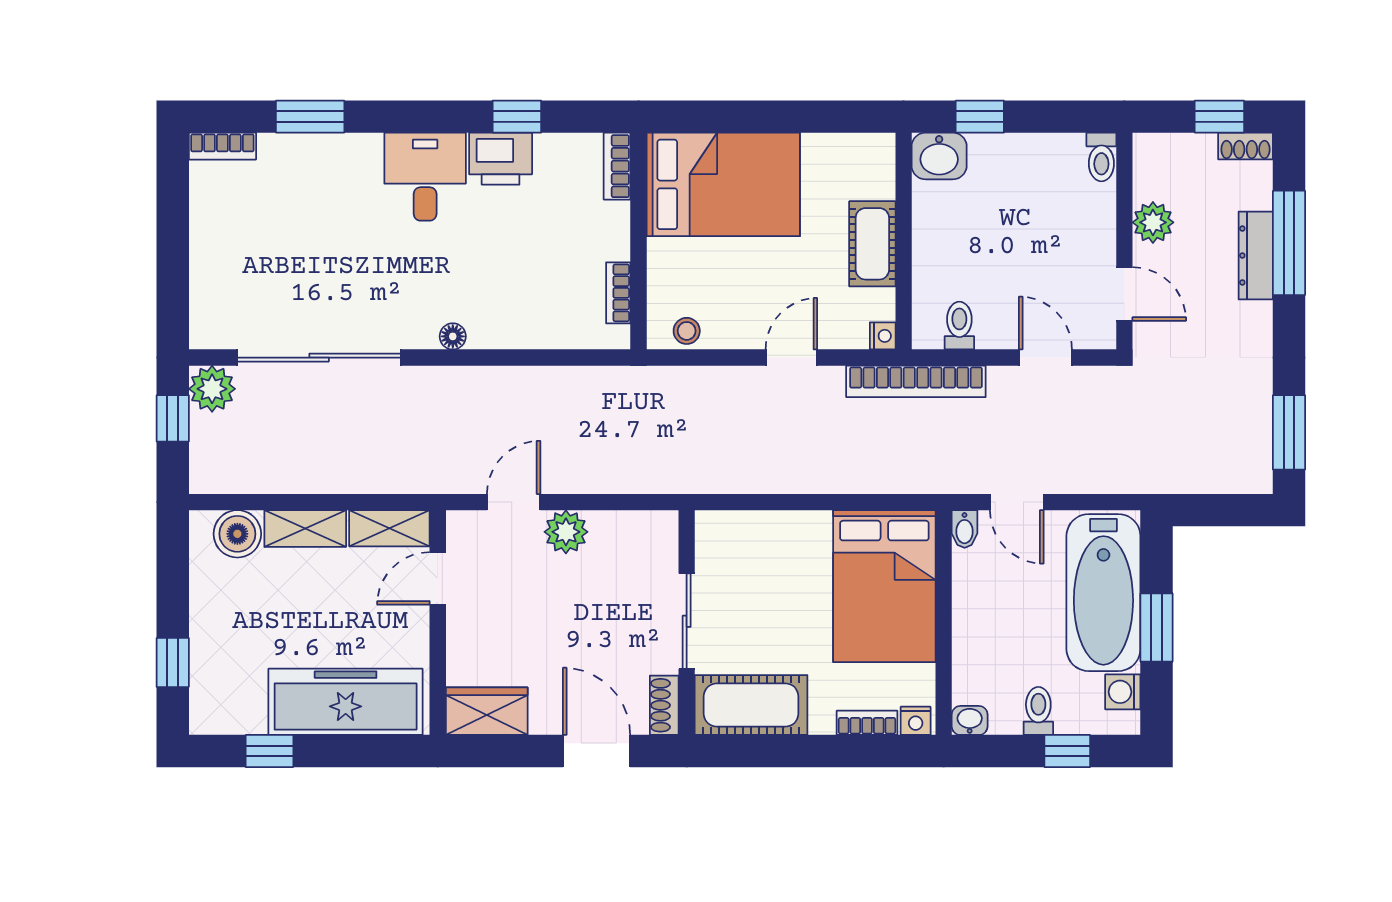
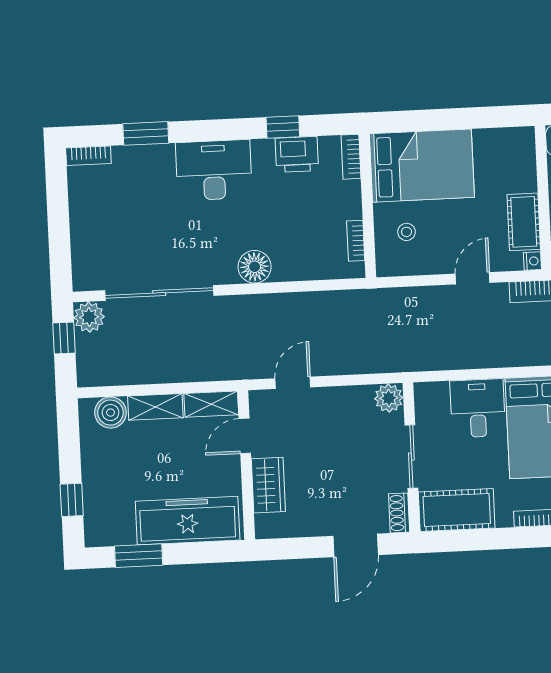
printer: (501, 159) -> (297, 154), moved
desk: (425, 177) -> (214, 170), width x1.37
cot: (872, 244) -> (524, 222), moved
stool: (687, 331) -> (407, 232), moved
floor lamp: (453, 336) -> (255, 267), width x1.89, depth x1.89
plant: (566, 532) -> (389, 398), moved
desk: (790, 553) -> (478, 408), added
wardrobe: (487, 711) -> (268, 485), moved, turned 90
window: (269, 751) -> (139, 556), width x1.50
door: (597, 751) -> (356, 545), swing flipped

